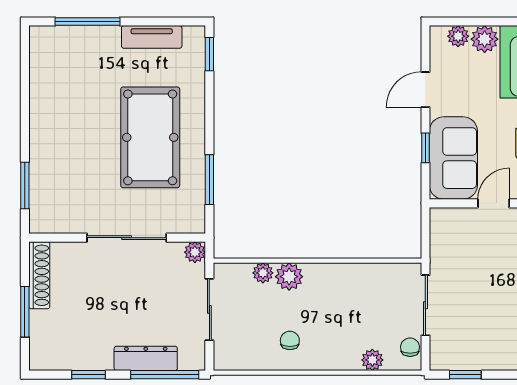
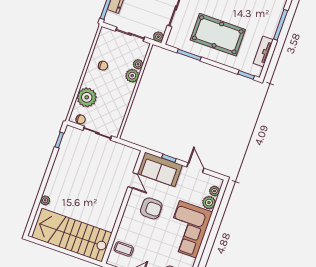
plant: (372, 360) -> (87, 97), width x1.87, depth x1.87

